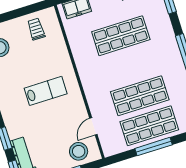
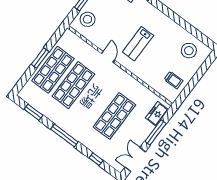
door: (93, 126) -> (108, 57), moved
window: (154, 147) -> (40, 58), width x0.69

